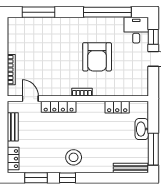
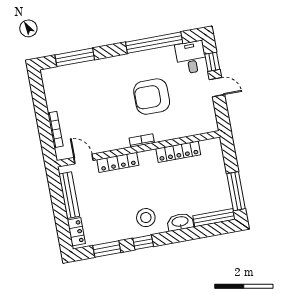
armchair: (97, 57) -> (152, 97), turned 90
locker: (117, 107) -> (178, 152), width x1.53
bench: (13, 127) -> (69, 195), width x1.36
washbasin: (142, 129) -> (180, 222), moved, turned 90

